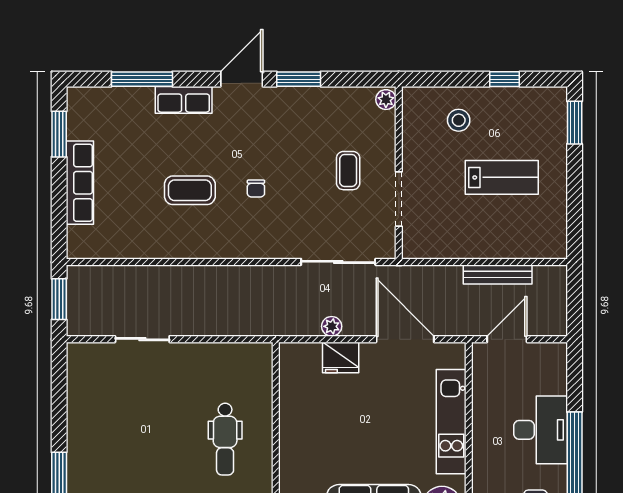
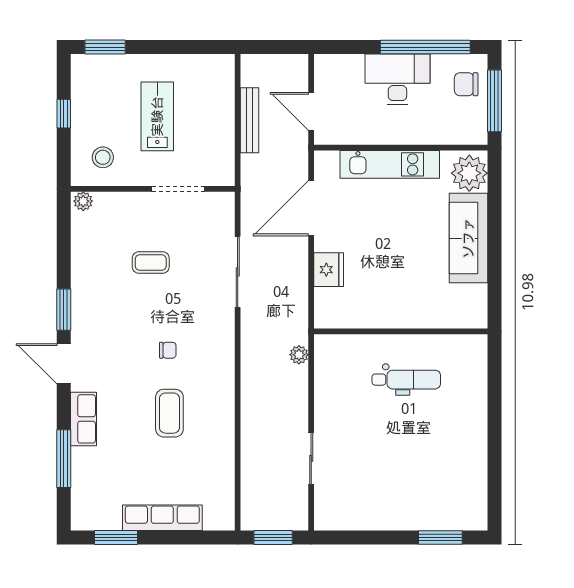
plant: (386, 100) -> (83, 201), moved
wall: (399, 173) -> (153, 189), moved
doorway: (399, 199) -> (178, 189), moved
plant: (332, 326) -> (299, 355), moved

